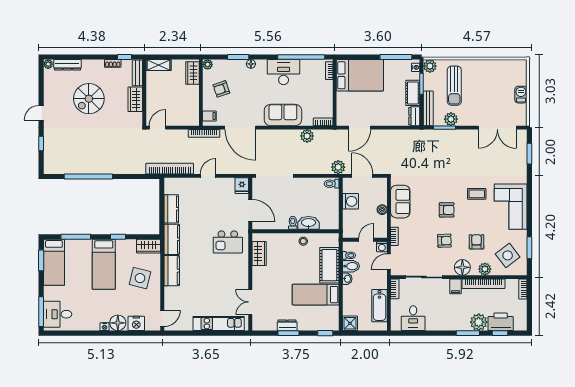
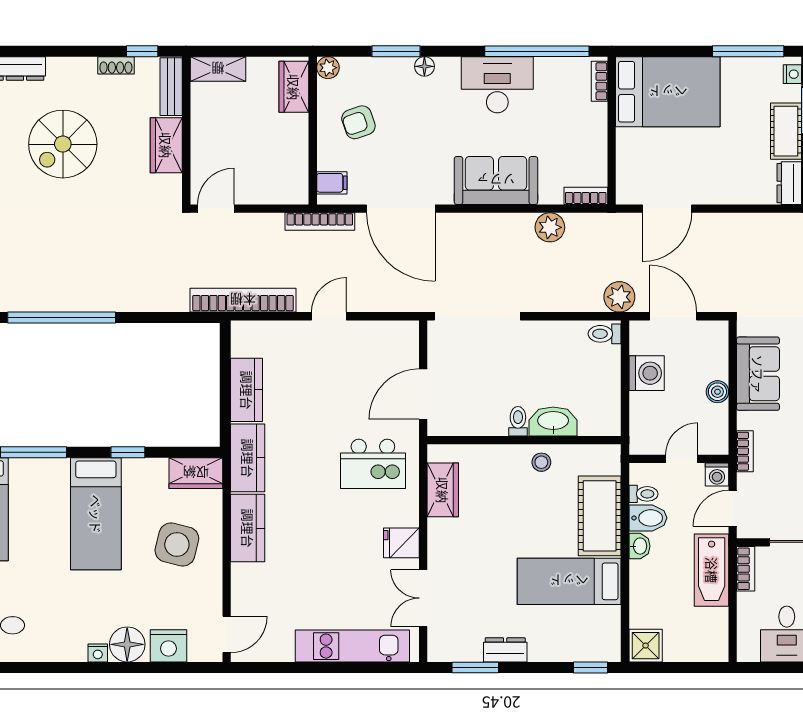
fridge: (242, 186) -> (401, 543), moved, turned 90
door: (250, 211) -> (423, 394), swing flipped
bathtub: (379, 306) -> (712, 570), moved
window: (288, 333) -> (475, 667), moved

